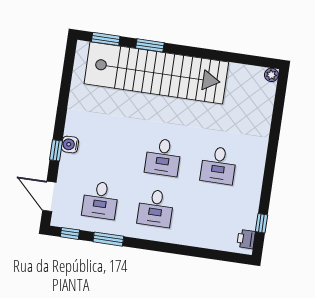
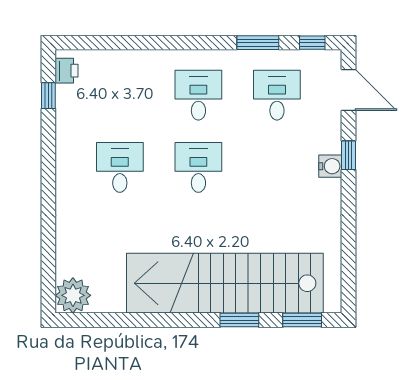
plant: (271, 75) -> (73, 295), width x1.88, depth x1.88

